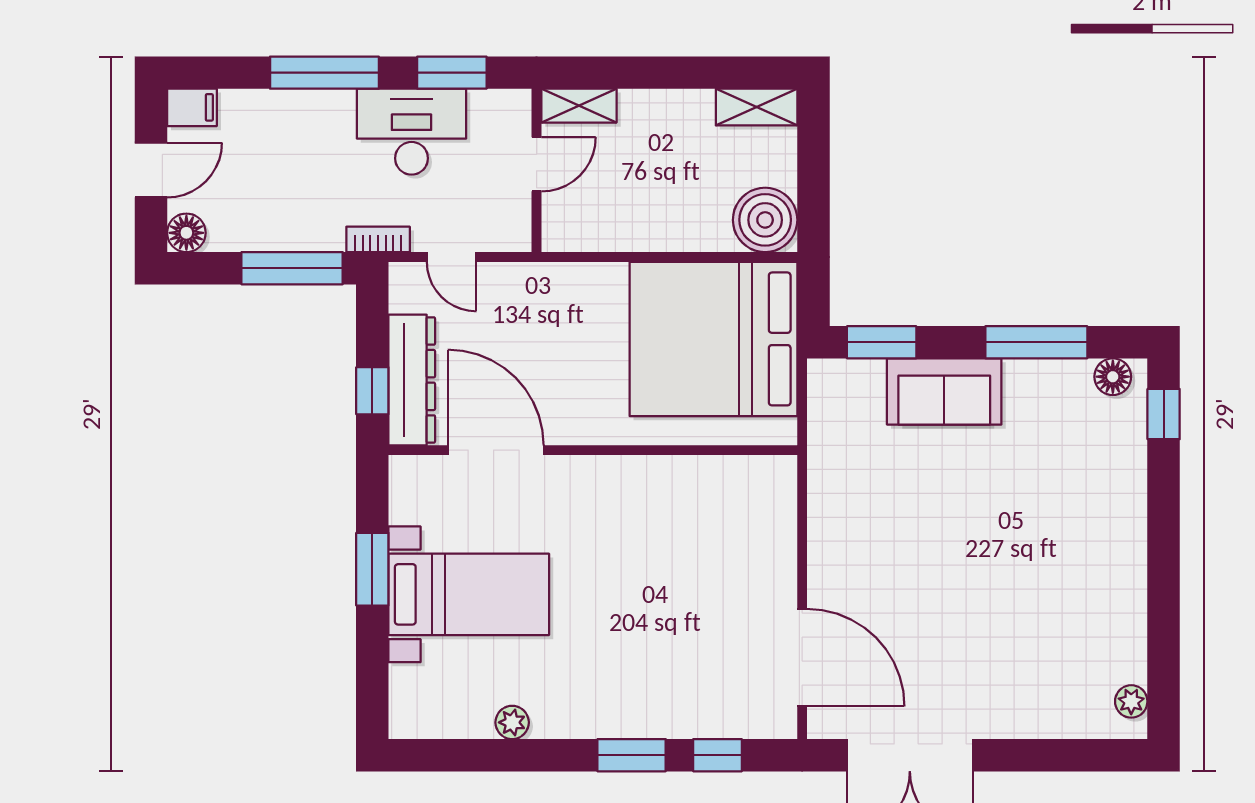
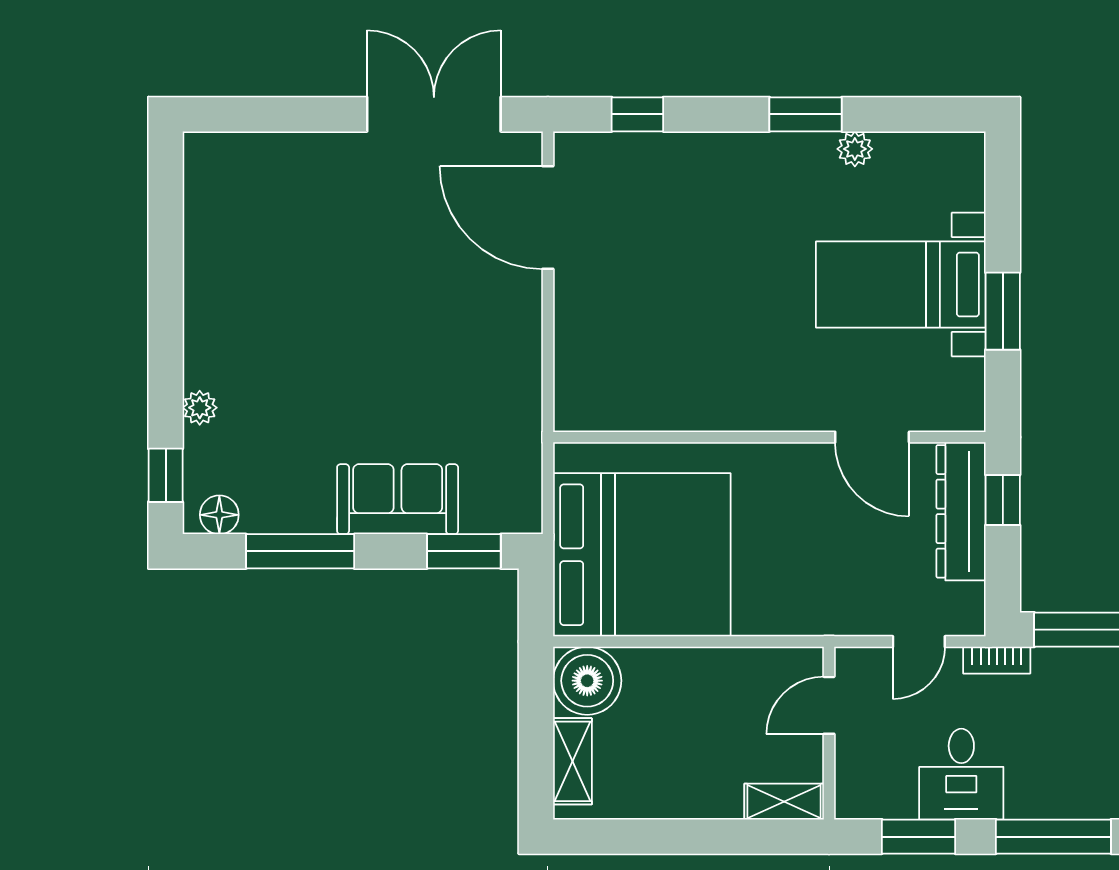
shelving: (757, 107) -> (572, 761), moved, turned 90
desk: (412, 132) -> (961, 774), width x0.73
door: (537, 164) -> (829, 705), moved
door: (452, 257) -> (919, 642), swing flipped
door: (496, 450) -> (872, 437), width x0.73
plant: (1131, 701) -> (200, 408), moved
window: (632, 755) -> (806, 114), moved

